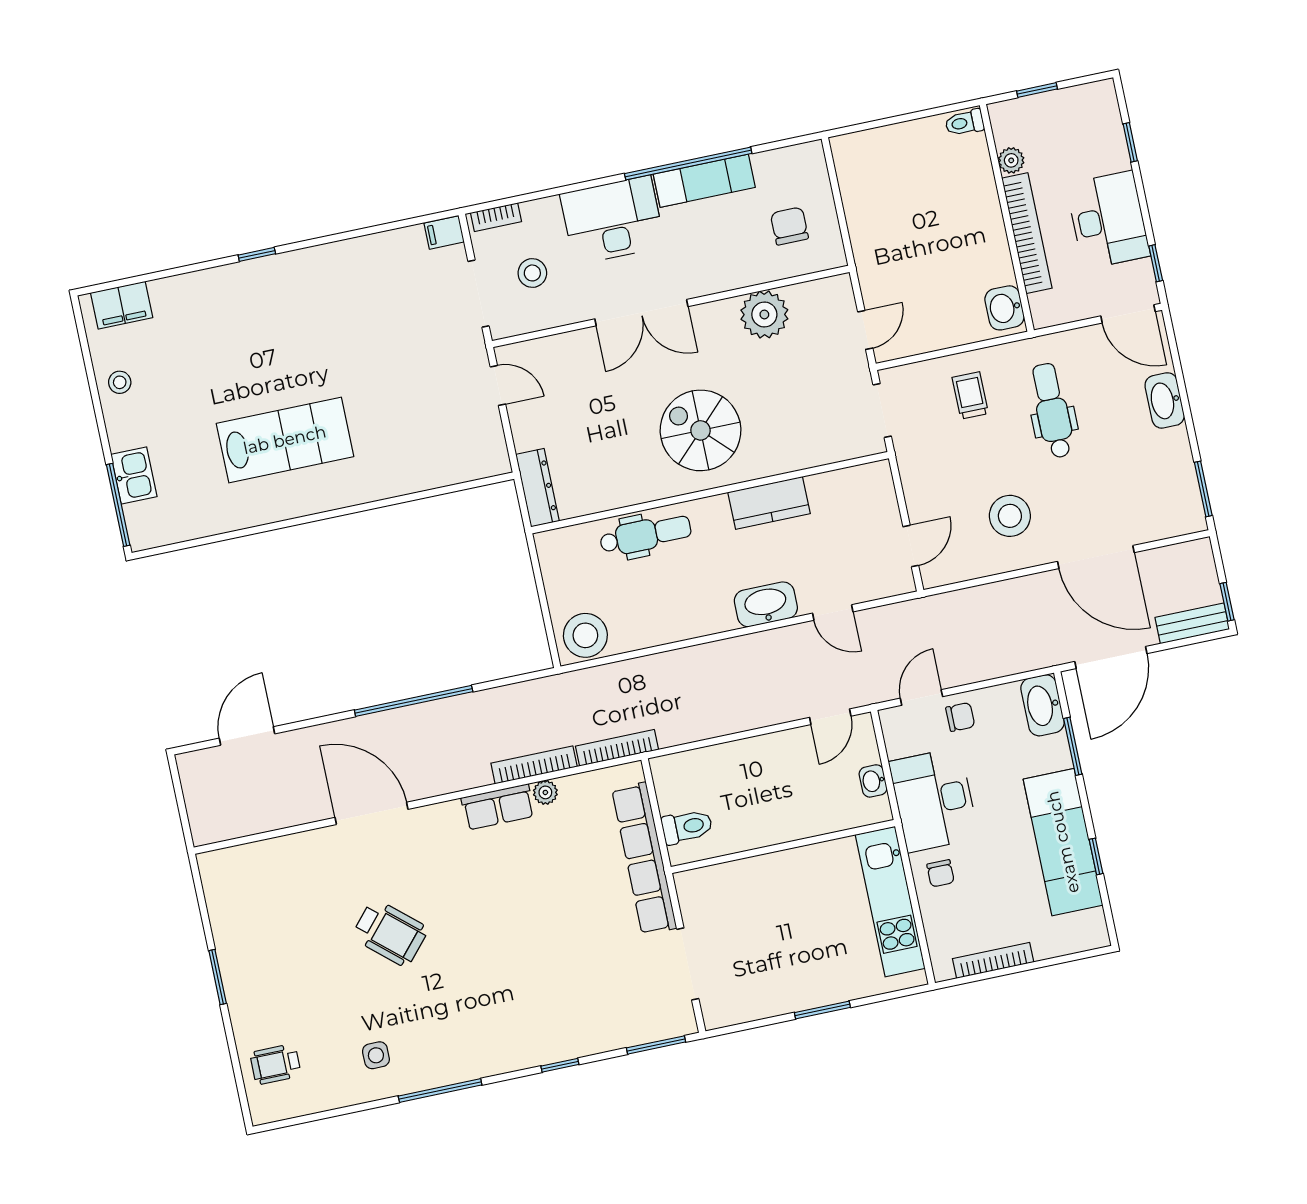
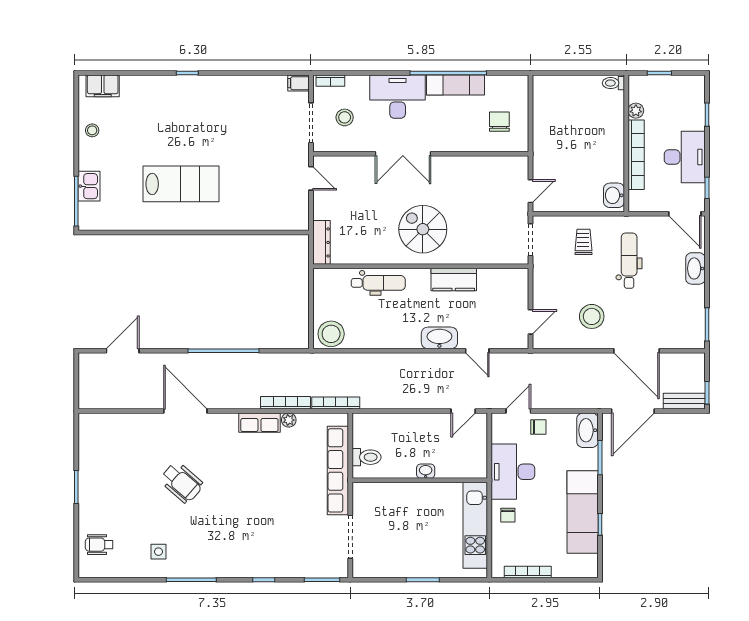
plant: (764, 314) -> (474, 170), removed
washbasin: (873, 781) -> (426, 471), moved, turned 90

